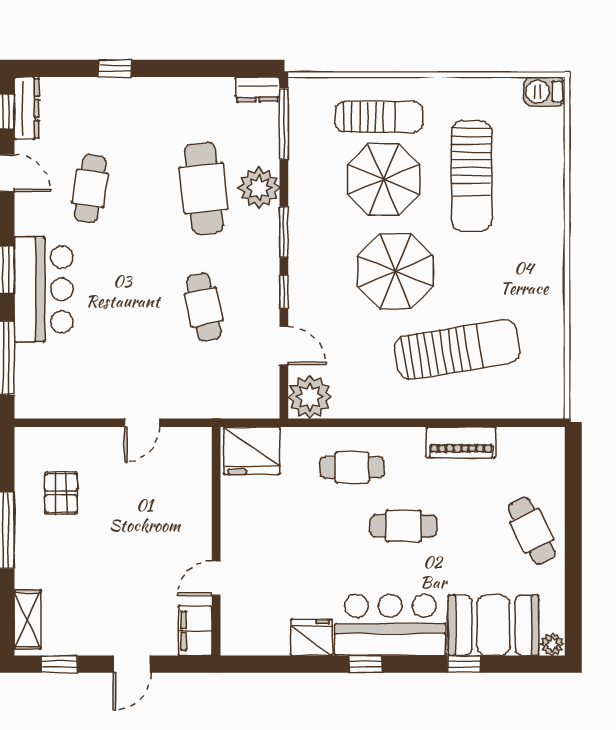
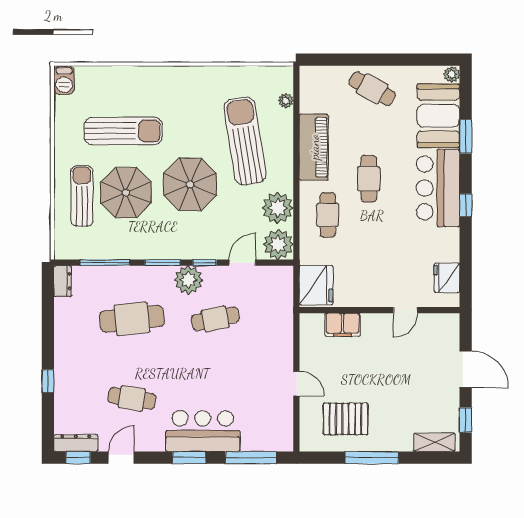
window: (284, 124) -> (105, 263), moved
plant: (259, 188) -> (188, 280), moved
plant: (362, 396) -> (278, 208), added
plant: (515, 408) -> (286, 101), added
door: (142, 423) -> (296, 384), moved
piano: (461, 442) -> (314, 147), width x1.37, depth x1.33
pallet: (61, 493) -> (346, 419), width x1.50, depth x1.42
cafe table: (532, 531) -> (372, 89), turned 55
door: (216, 578) -> (405, 310), hinge flipped
filing cabinet: (195, 631) -> (342, 325), moved
fridge: (312, 638) -> (447, 278), moved
door: (132, 664) -> (466, 369), width x1.38
window: (464, 664) -> (466, 136), width x1.50

